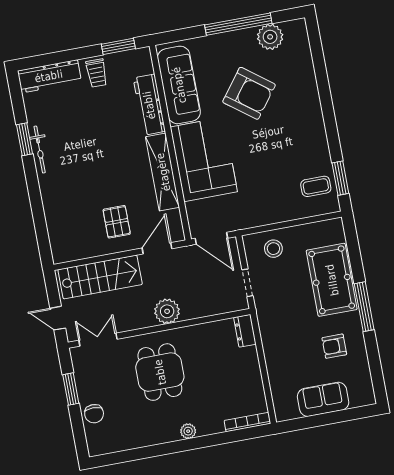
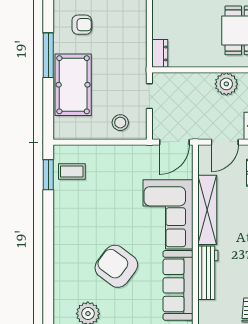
door: (211, 238) -> (174, 142), swing flipped

